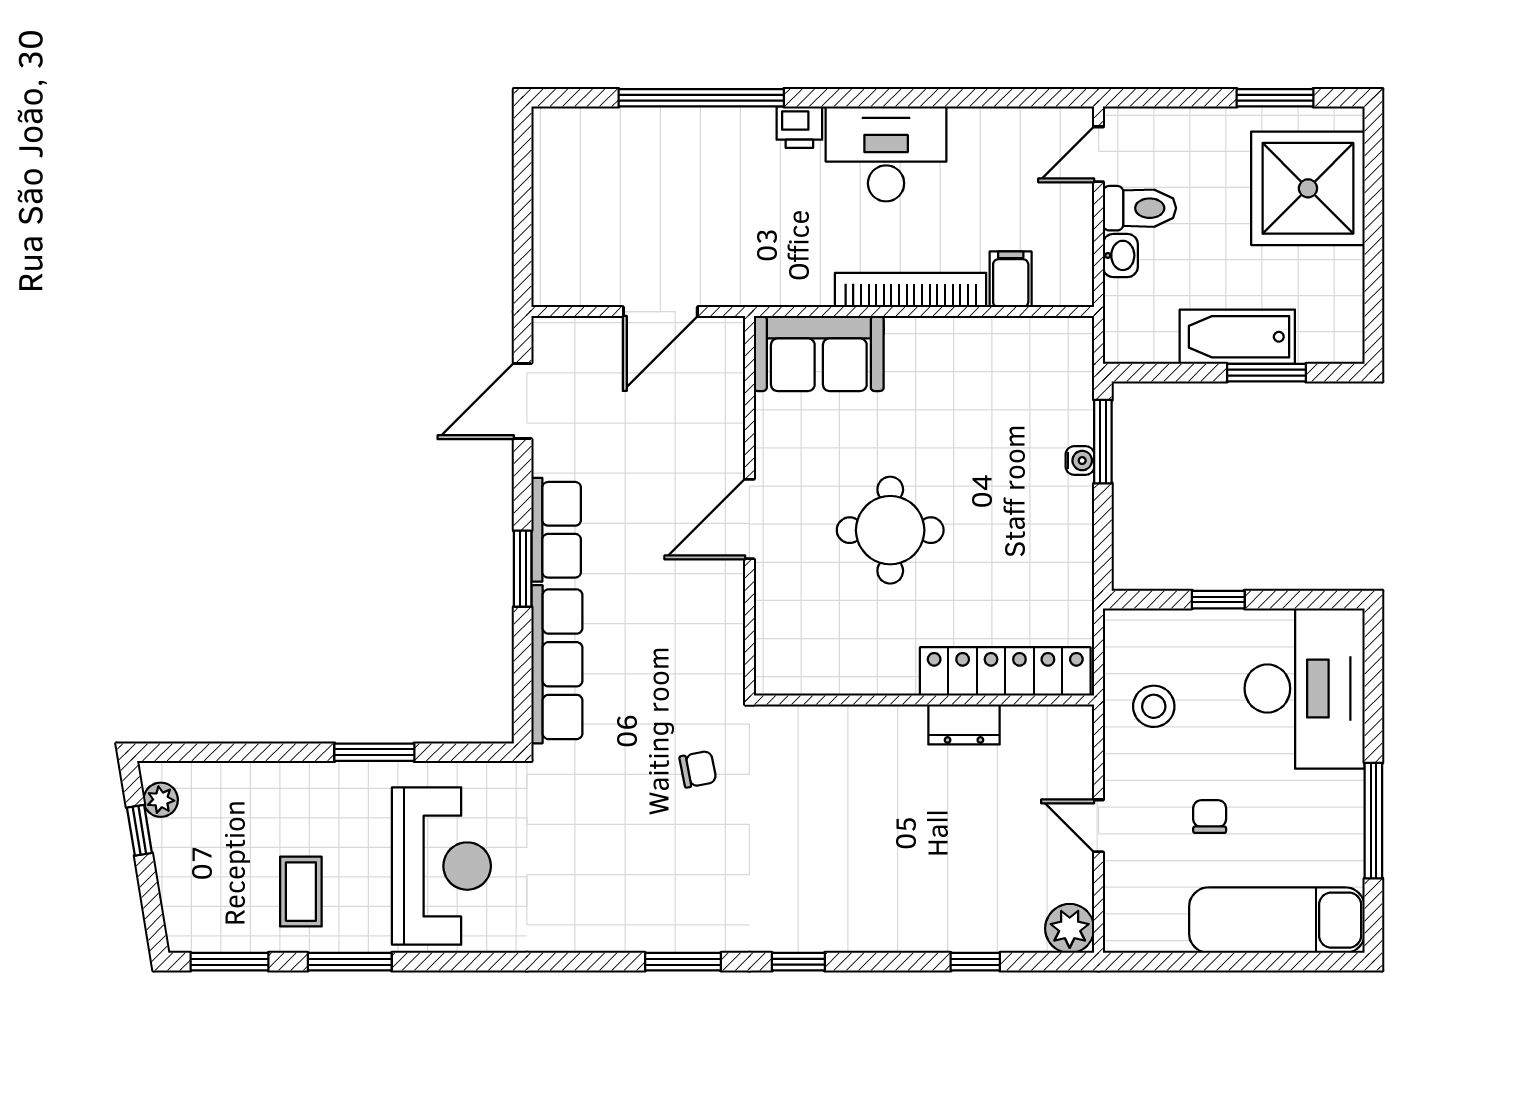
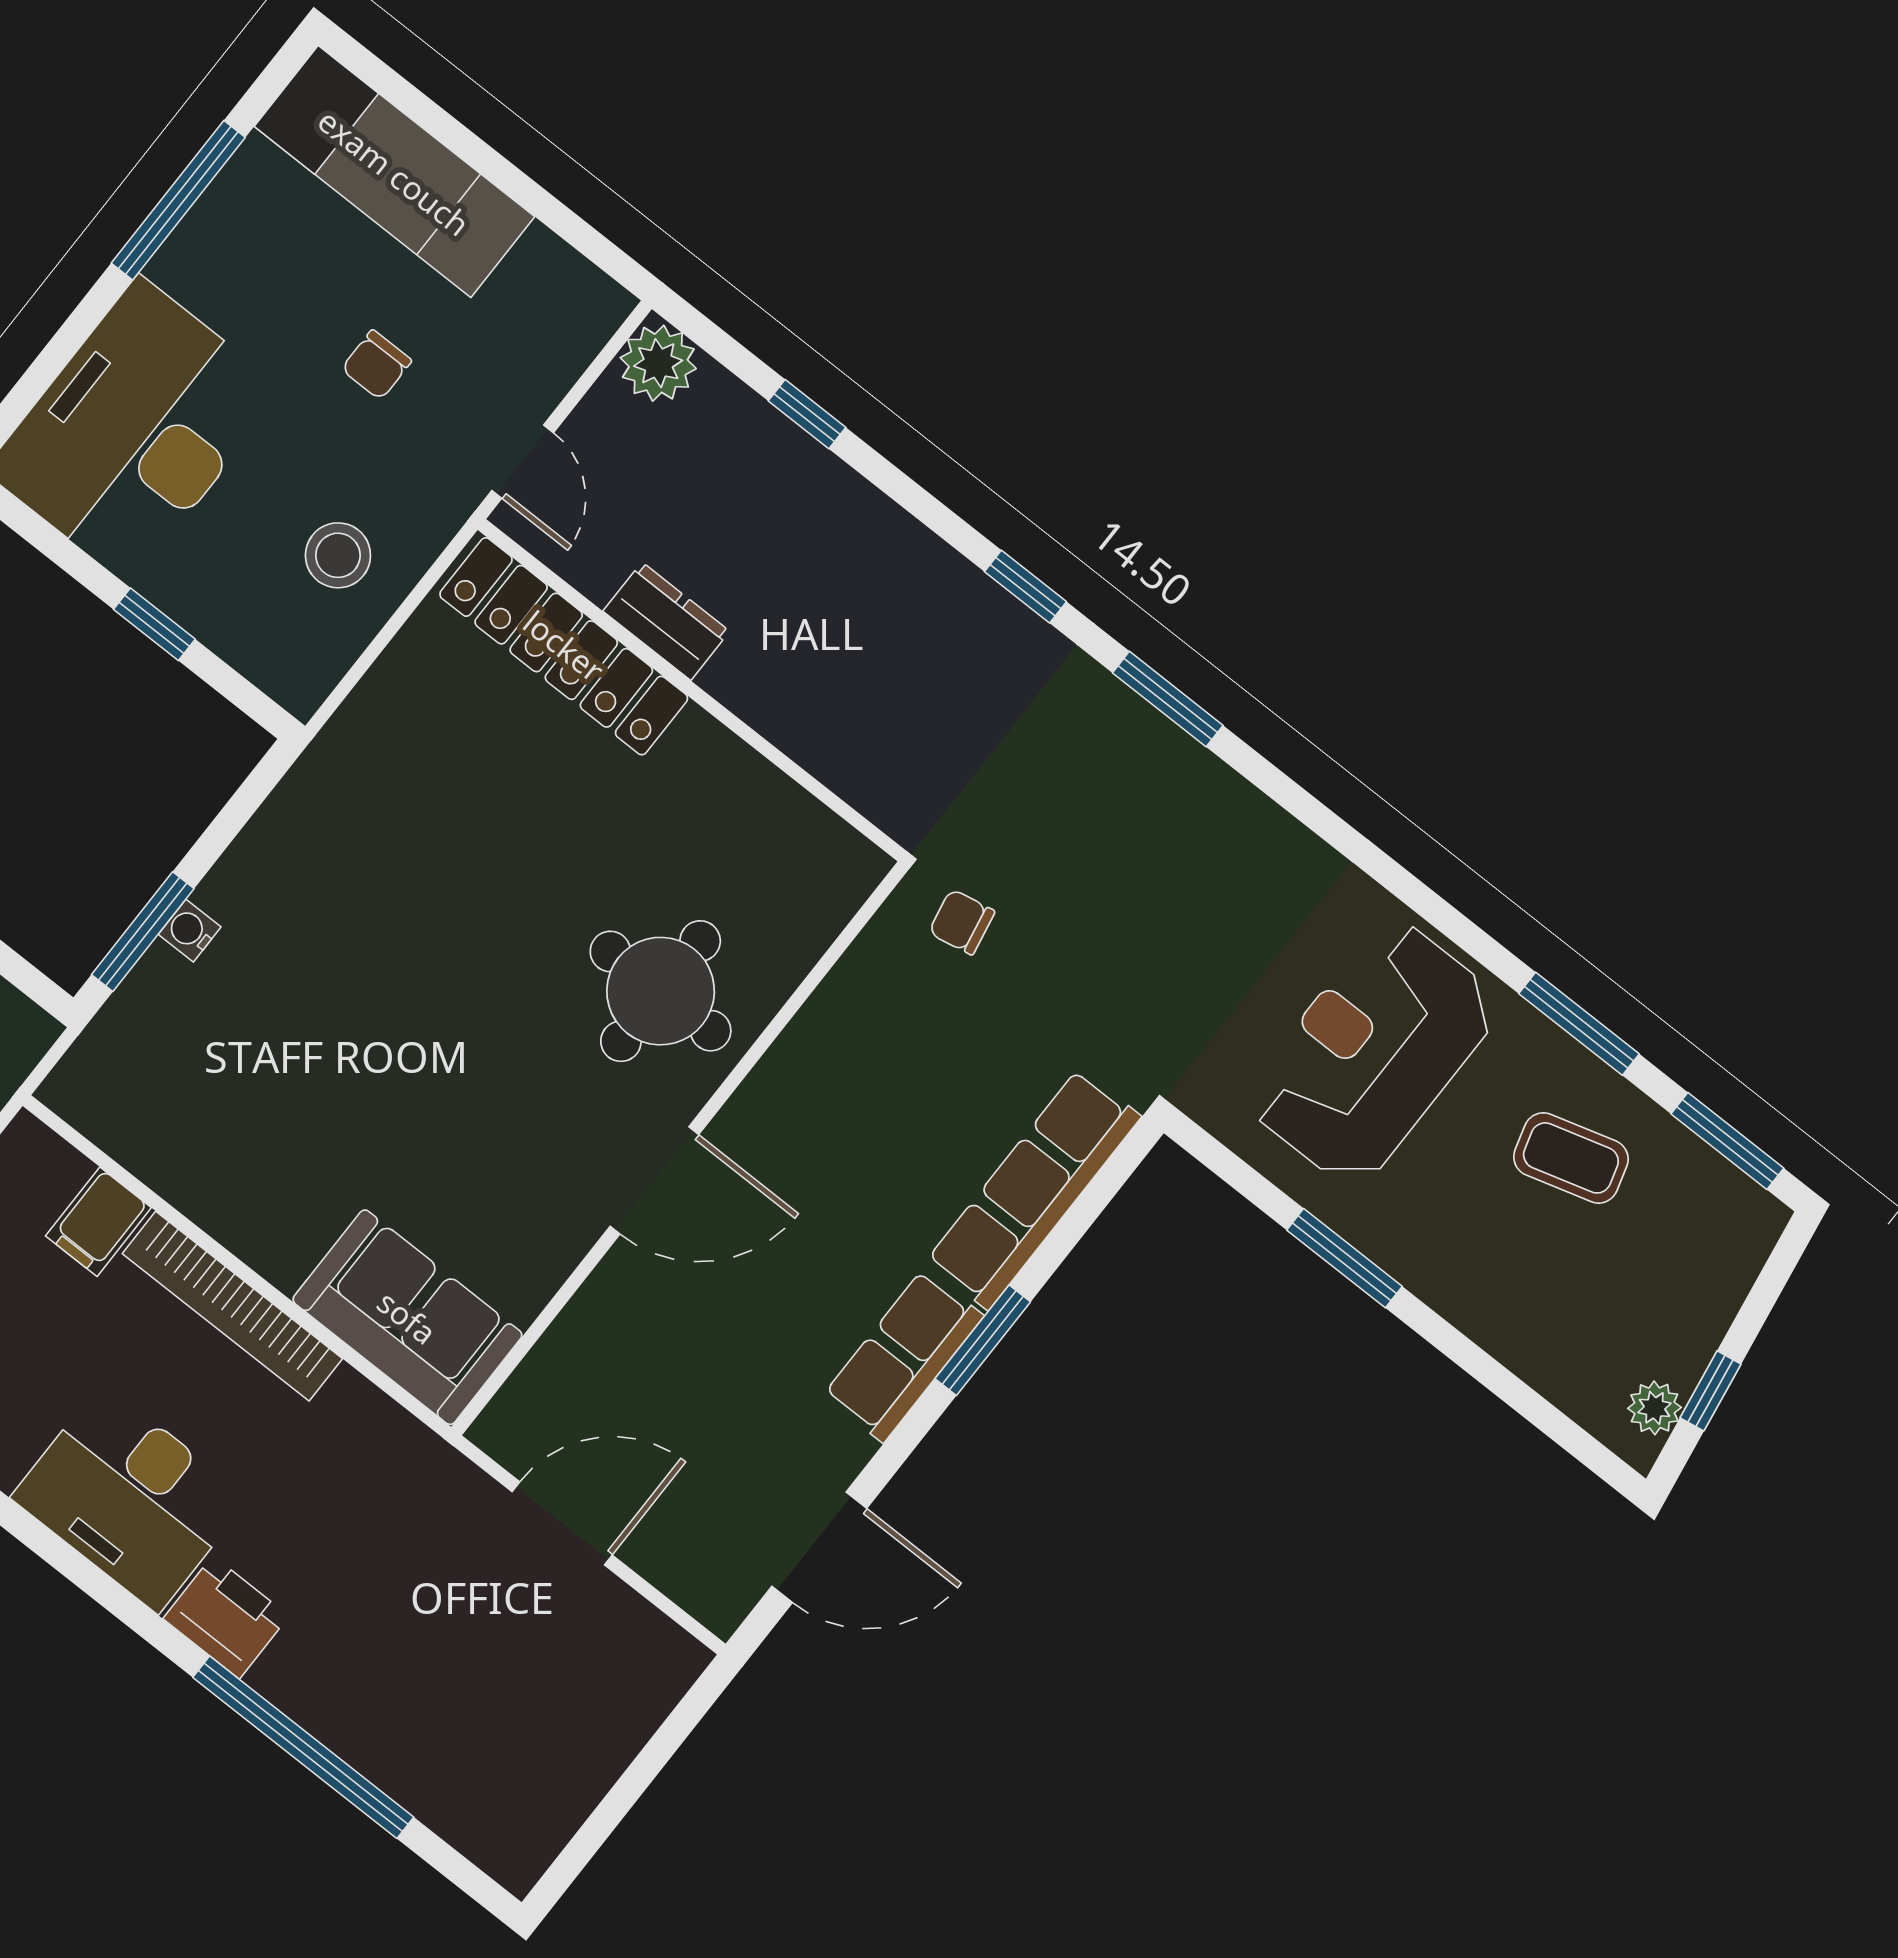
printer: (799, 127) -> (226, 1617), width x1.36, depth x1.24
round table: (890, 530) -> (661, 991), moved
locker: (1005, 671) -> (564, 646), moved
wall: (924, 700) -> (692, 690), moved
dresser: (964, 724) -> (666, 621), moved
coffee table: (301, 892) -> (1571, 1158), turned 74

